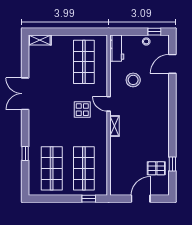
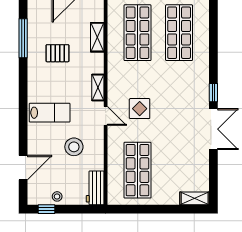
lab bench: (152, 106) -> (50, 113), added
window: (25, 154) -> (213, 93), moved
window: (172, 164) -> (23, 38), width x2.17
shelving: (115, 165) -> (97, 37), added
pallet: (156, 168) -> (57, 53), moved

